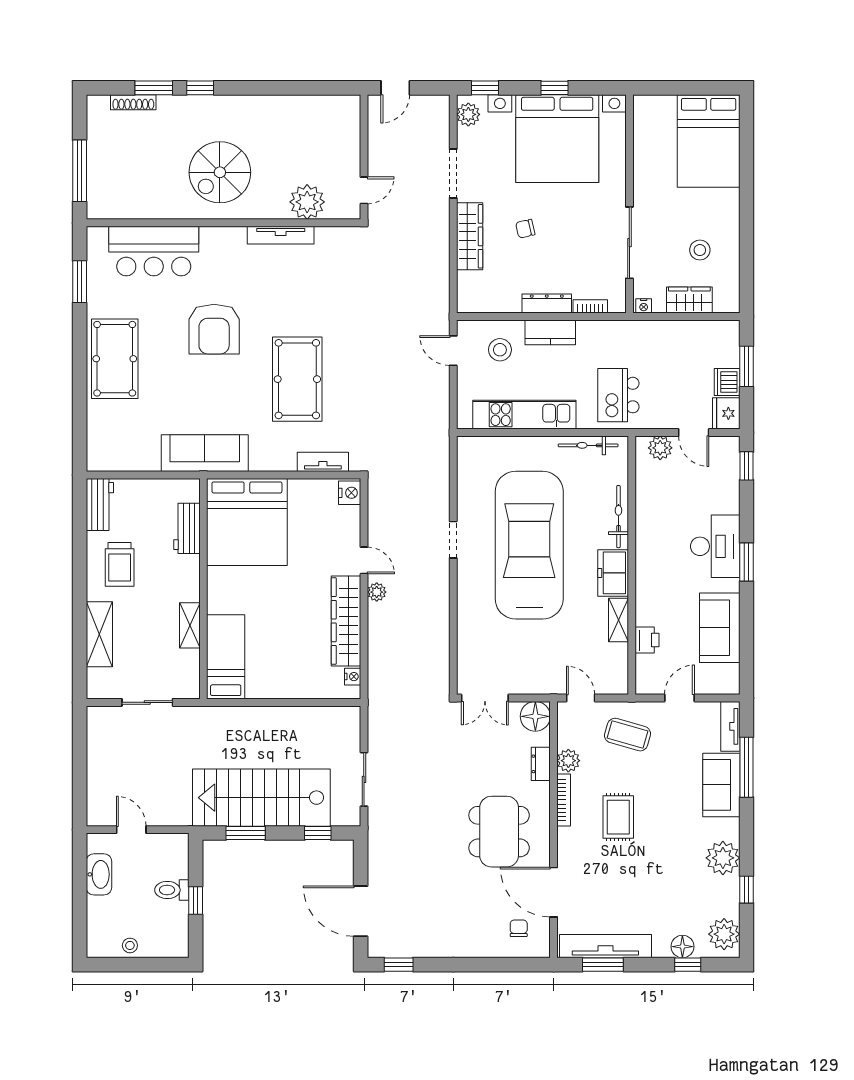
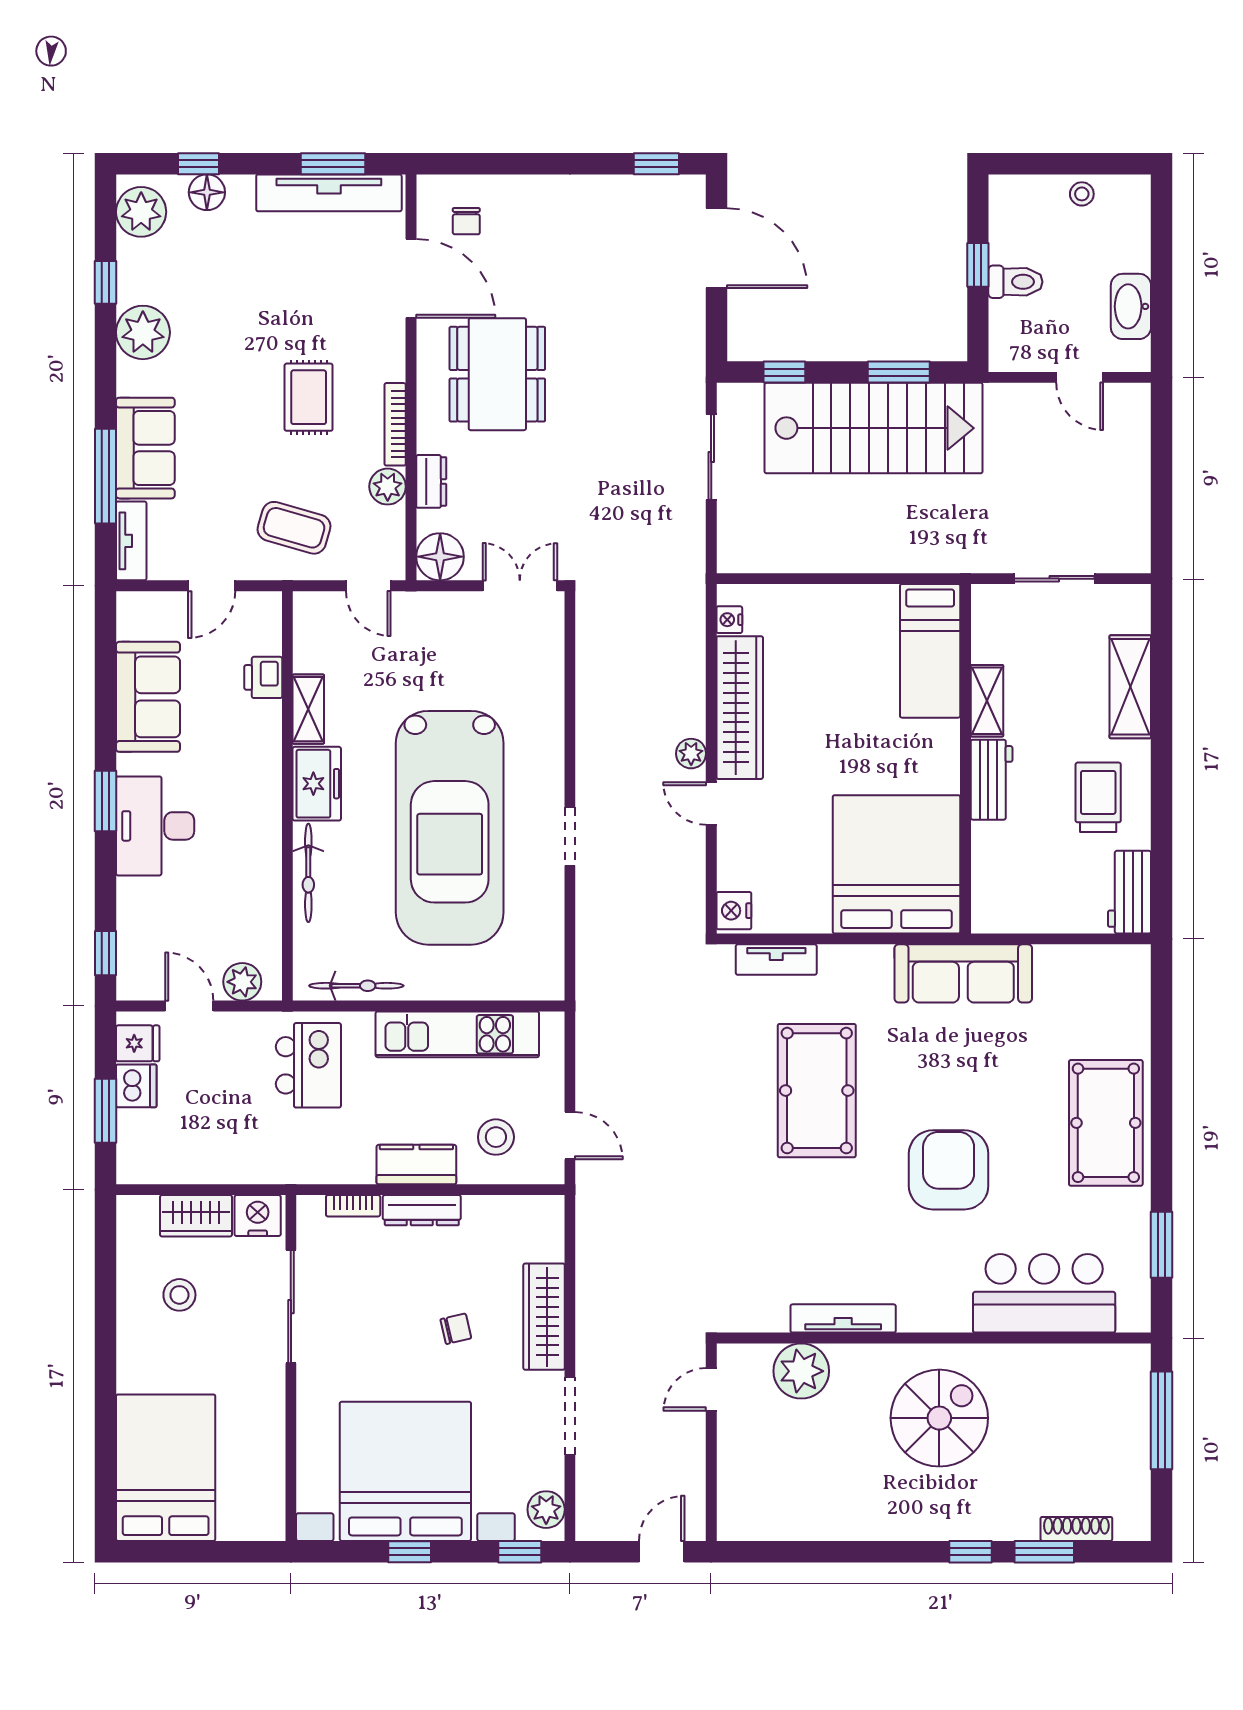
nightstand: (644, 306) -> (258, 1216), width x1.89, depth x1.79
fridge: (726, 413) -> (138, 1043), width x0.72
workbench: (187, 528) -> (992, 780), moved

